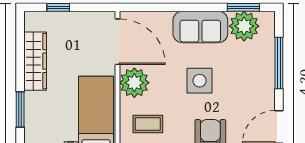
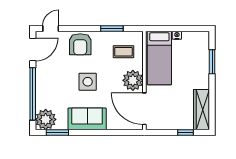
plant: (244, 26) -> (46, 119), moved
wardrobe: (35, 61) -> (202, 110), moved
window: (279, 63) -> (33, 94), width x1.46

